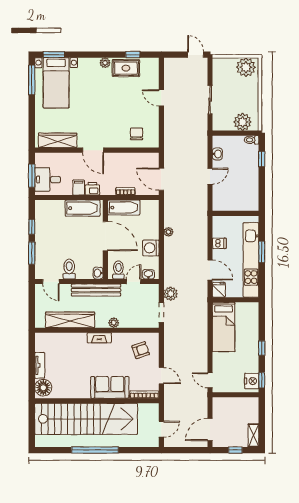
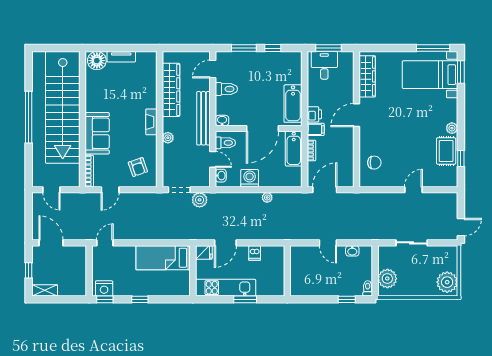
filing cabinet: (79, 187) -> (316, 129), moved
kitchen unit: (251, 260) -> (226, 288), width x0.73

